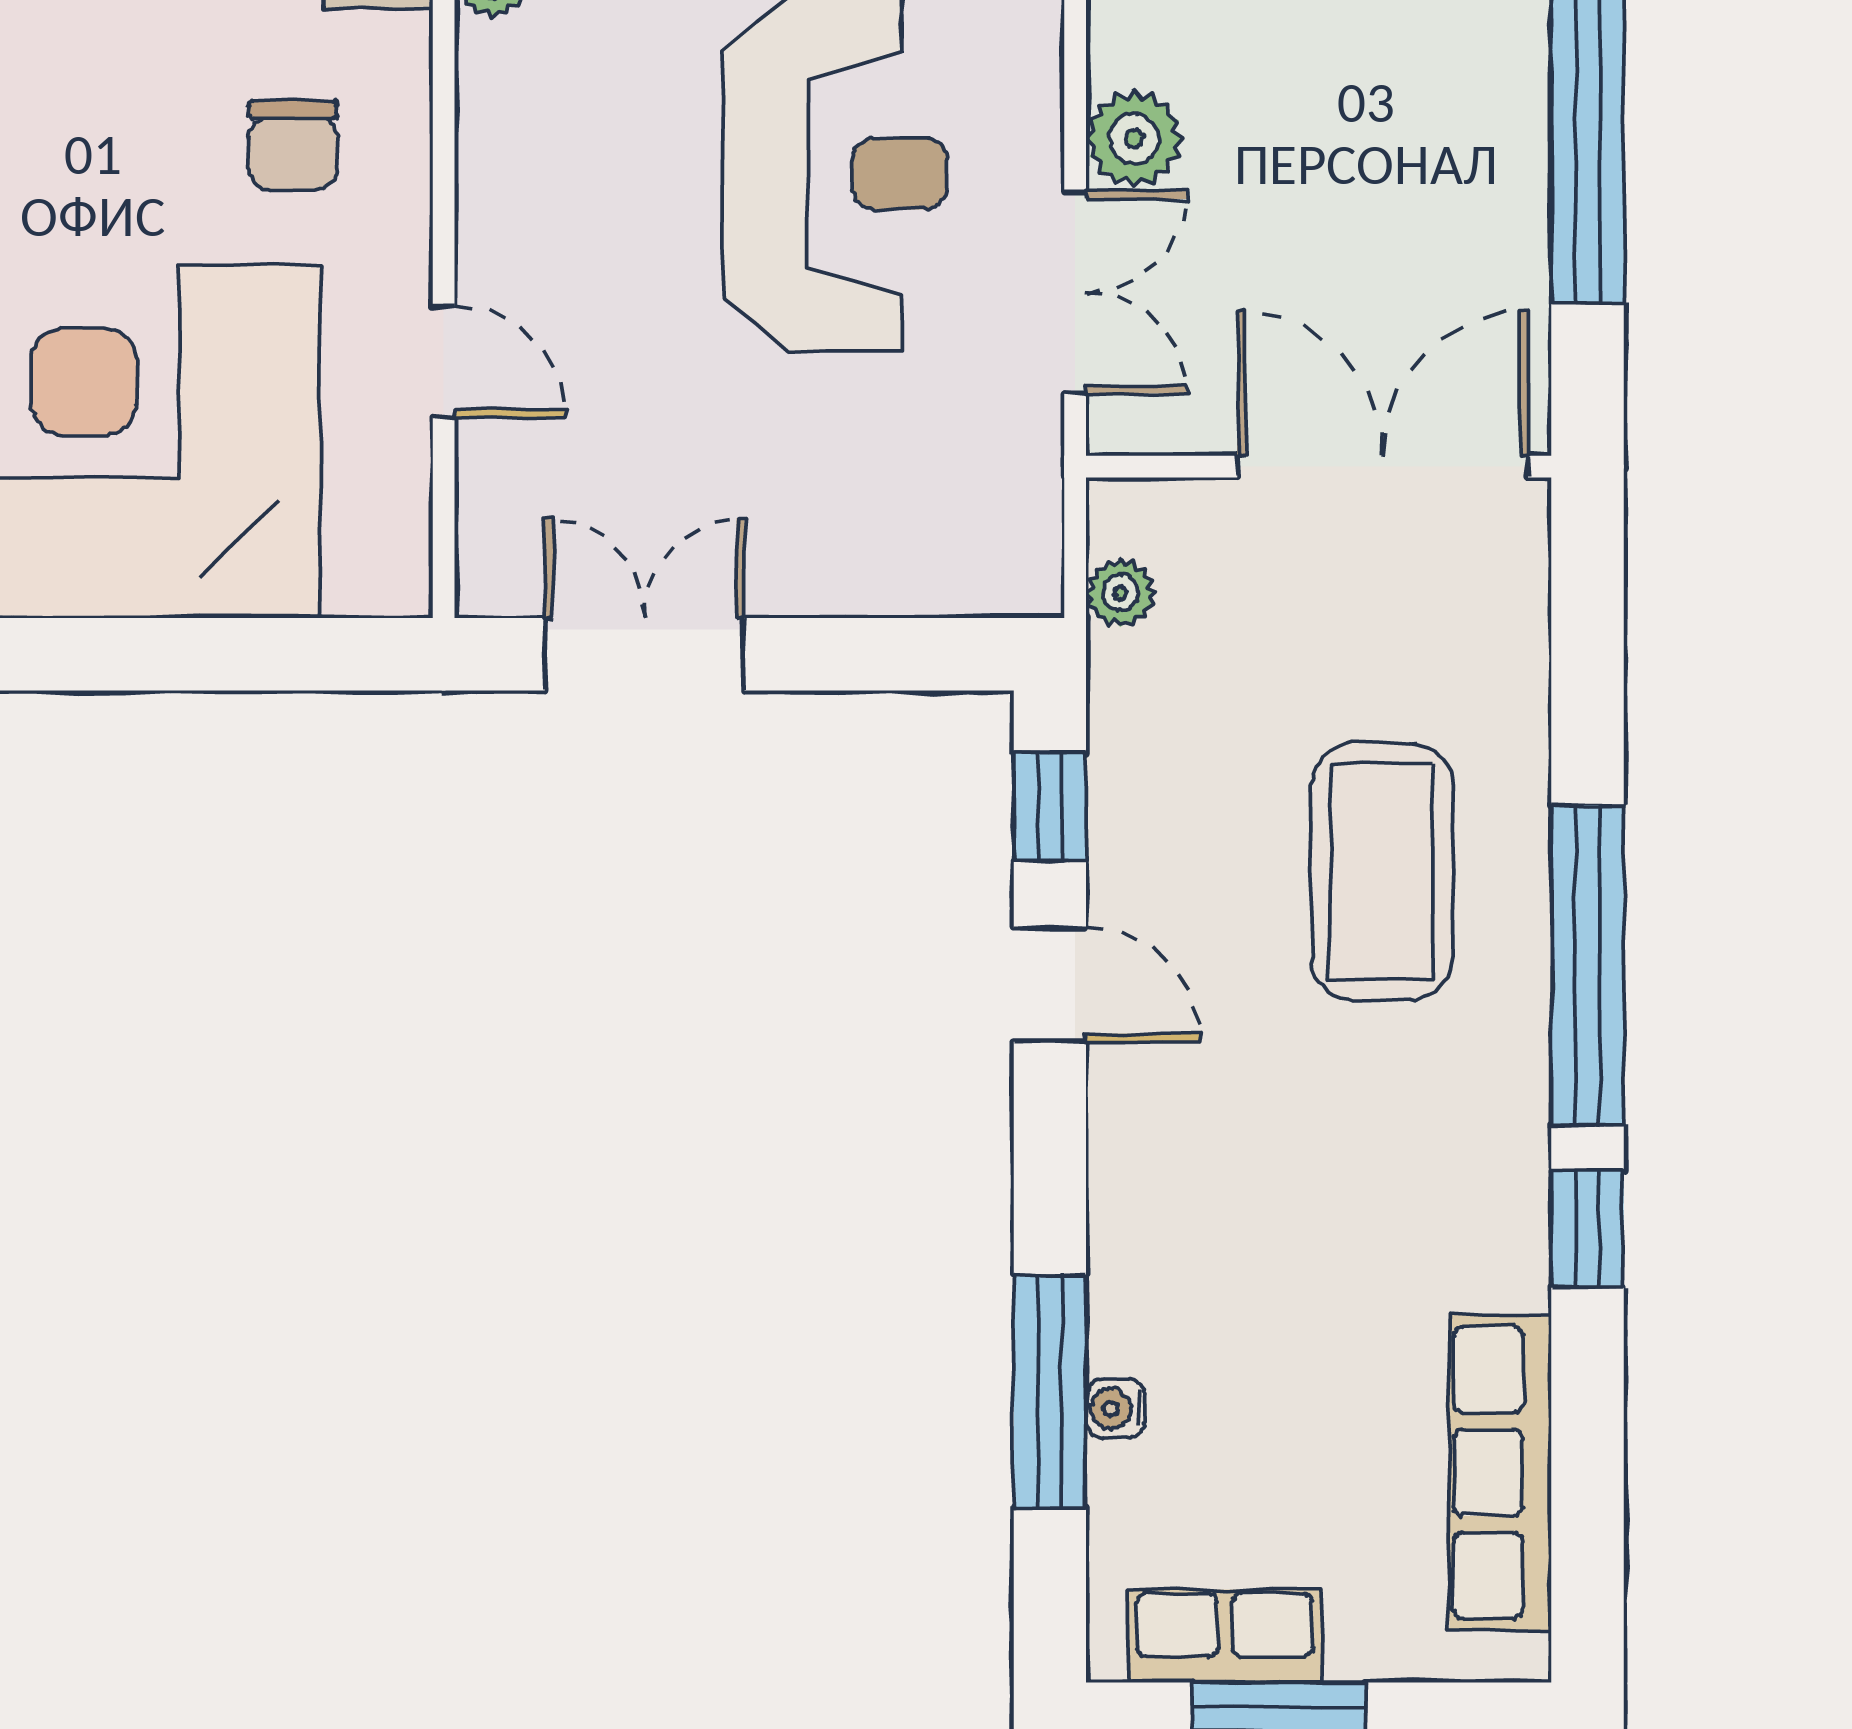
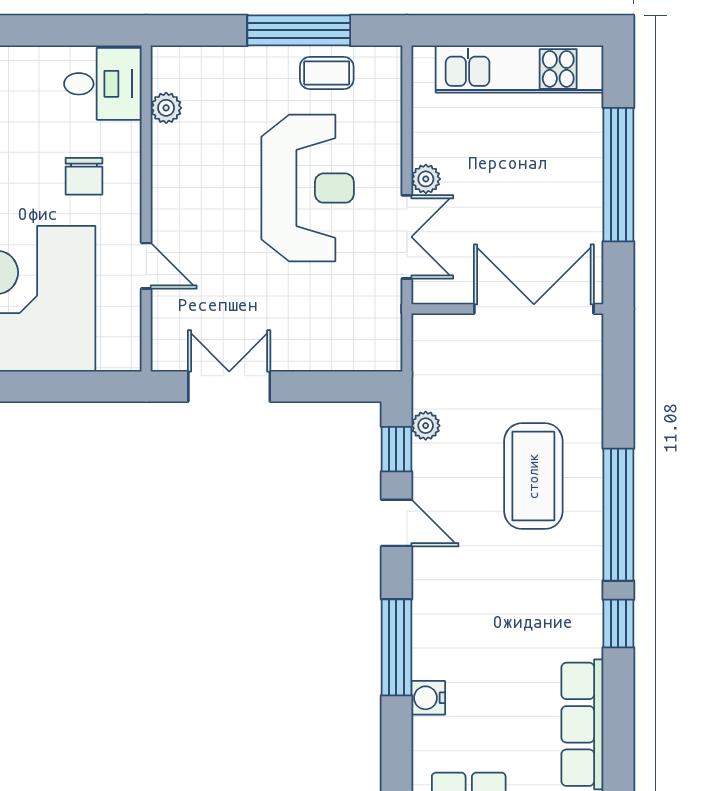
plant: (1134, 139) -> (426, 179), width x0.73, depth x0.73
plant: (1120, 593) -> (426, 426), moved
window: (1050, 1392) -> (396, 647), moved
water cooler: (1115, 1409) -> (428, 698), width x1.38, depth x1.38

